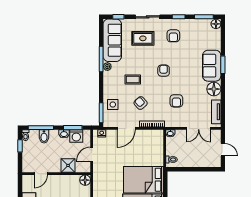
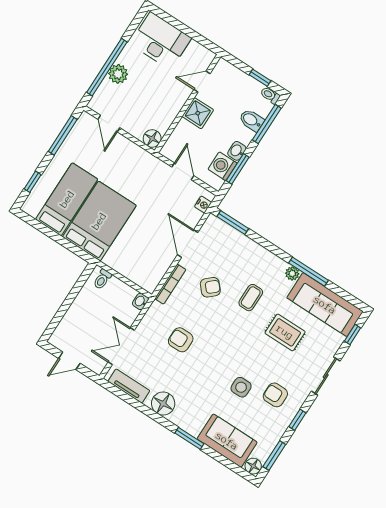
rug: (143, 38) -> (285, 332), moved, turned 90
sofa: (212, 66) -> (227, 441), moved
armchair: (164, 71) -> (235, 349), removed
side table: (113, 105) -> (241, 387), moved
shower: (68, 165) -> (198, 113), moved
door: (41, 174) -> (202, 82), hinge flipped

